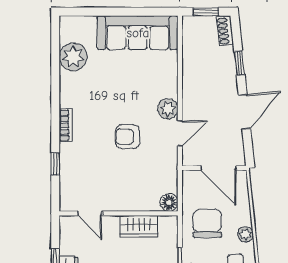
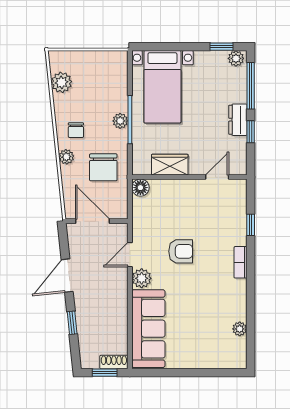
shoe rack: (225, 31) -> (114, 362), moved, turned -84
sofa: (138, 33) -> (148, 329), moved, turned 90
plant: (73, 57) -> (240, 329), width x0.53, depth x0.53
door: (90, 213) -> (217, 177), hinge flipped

